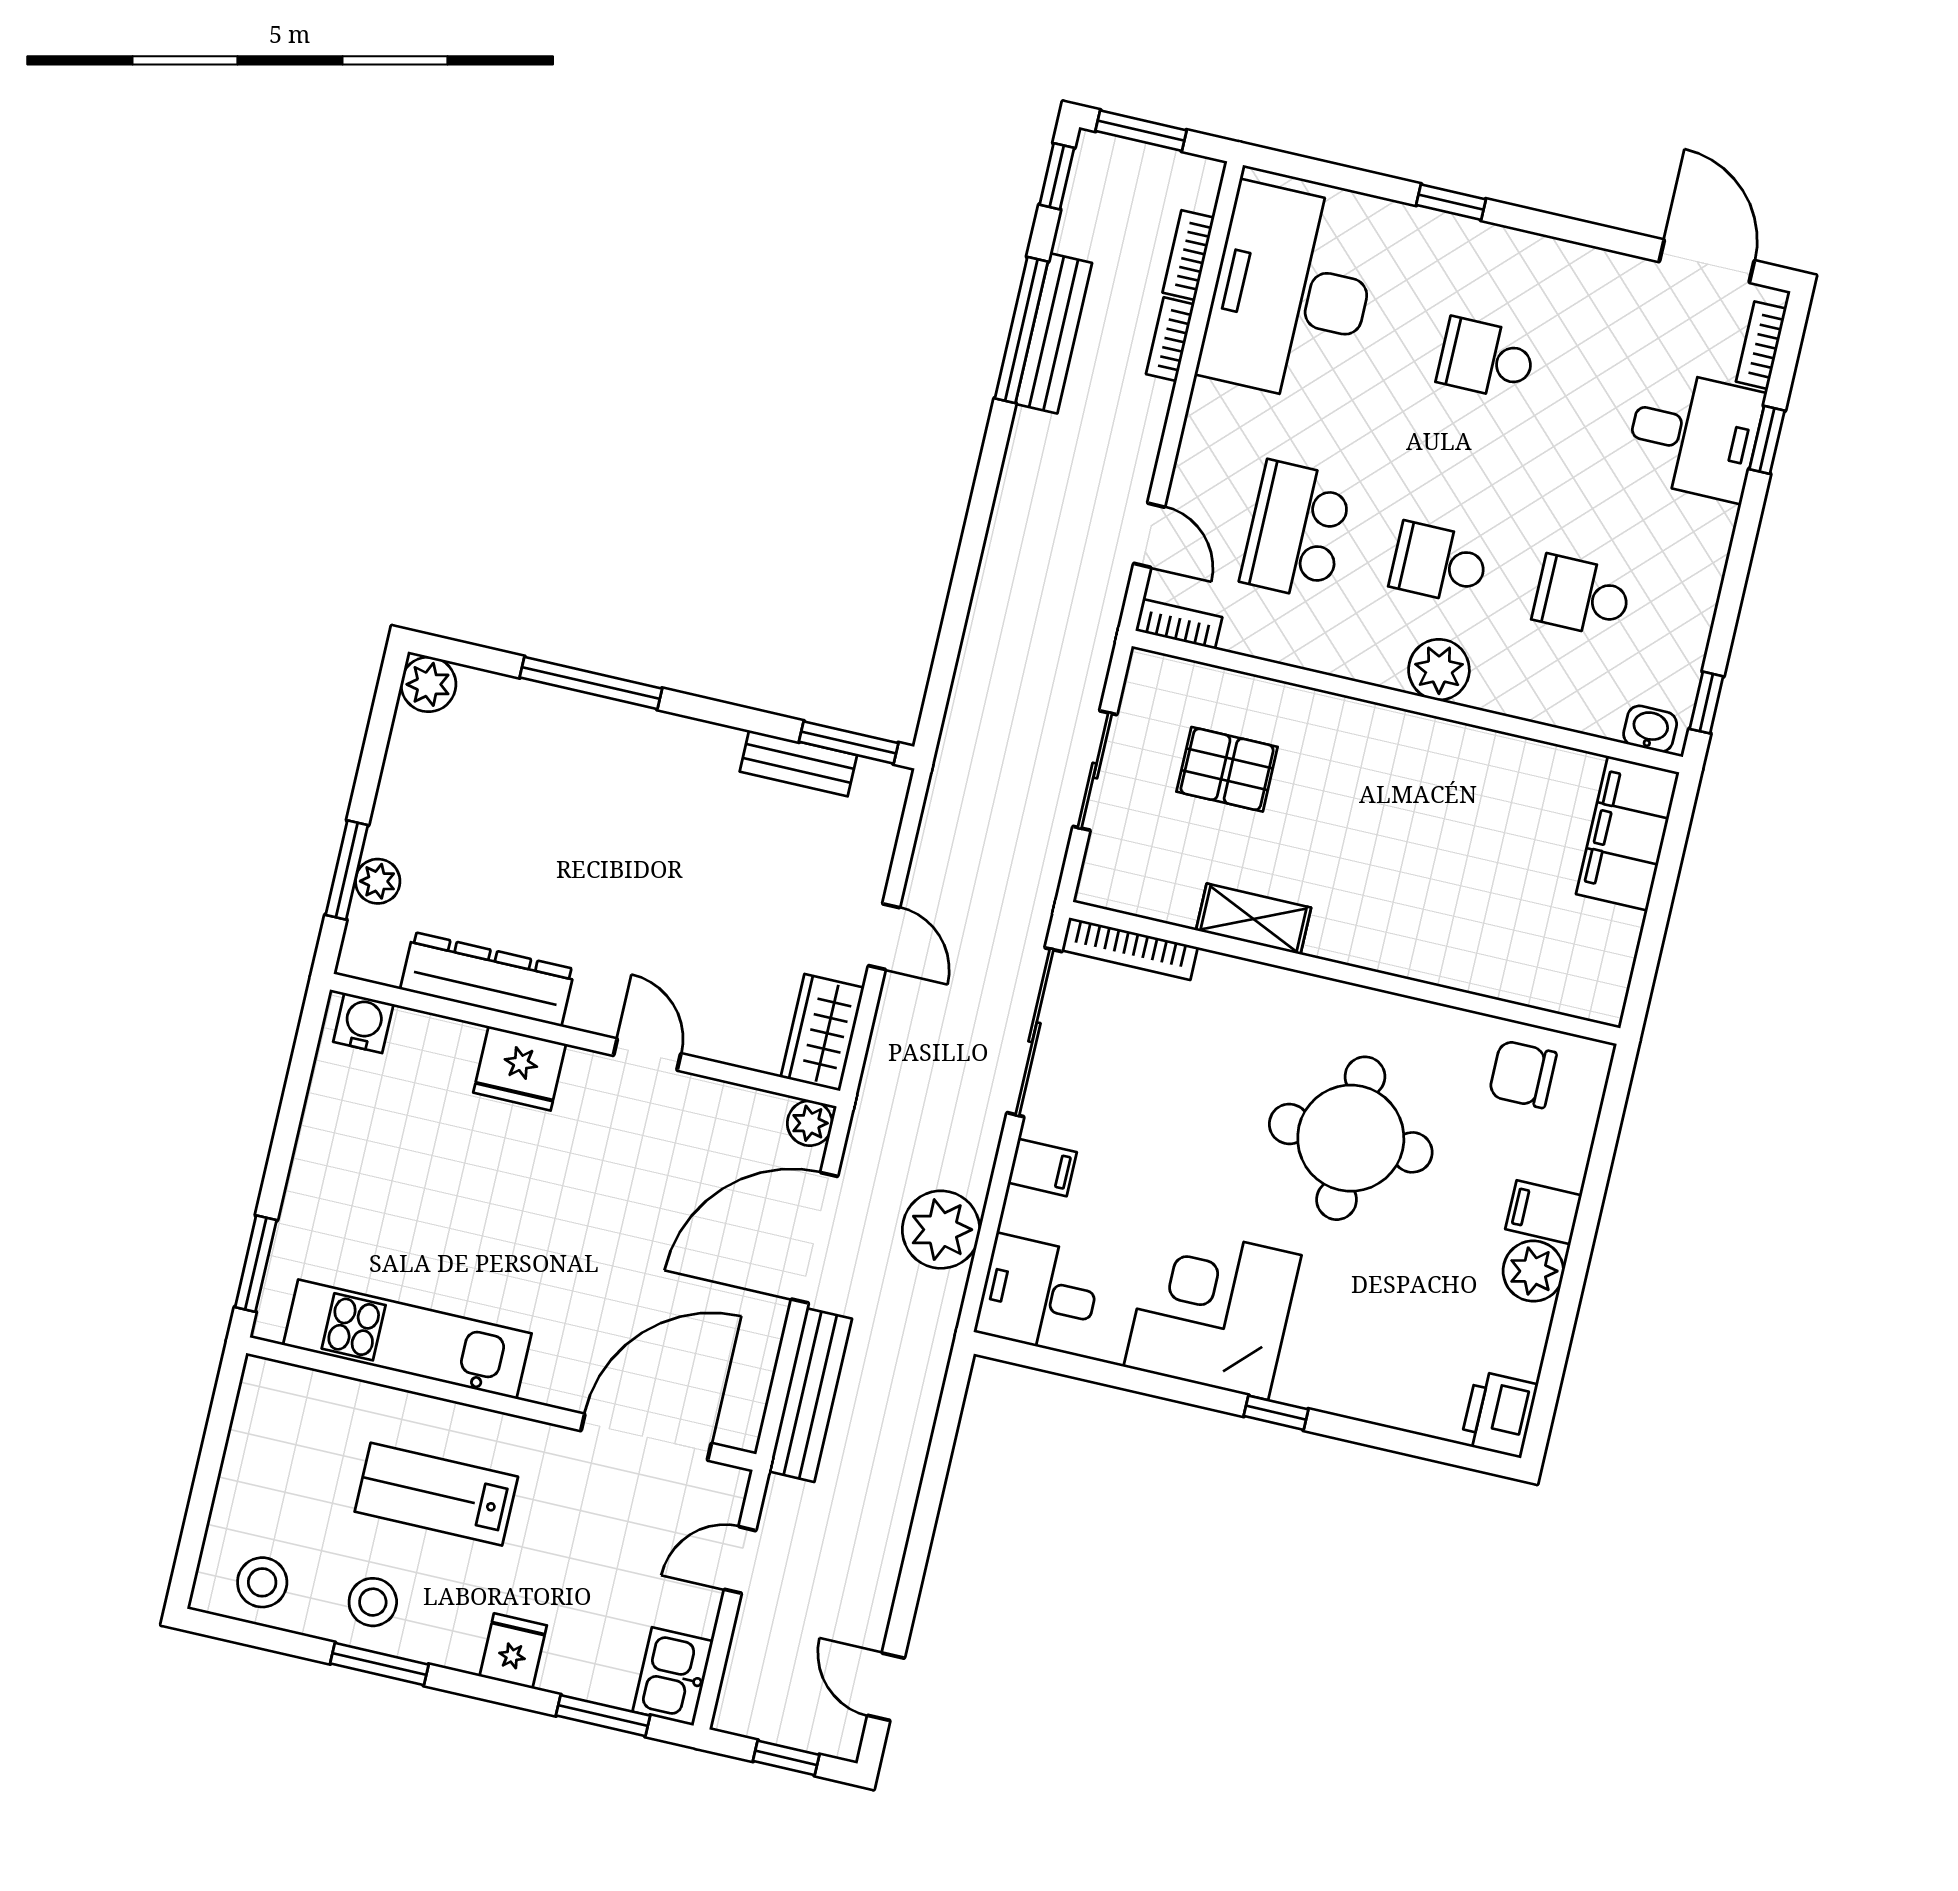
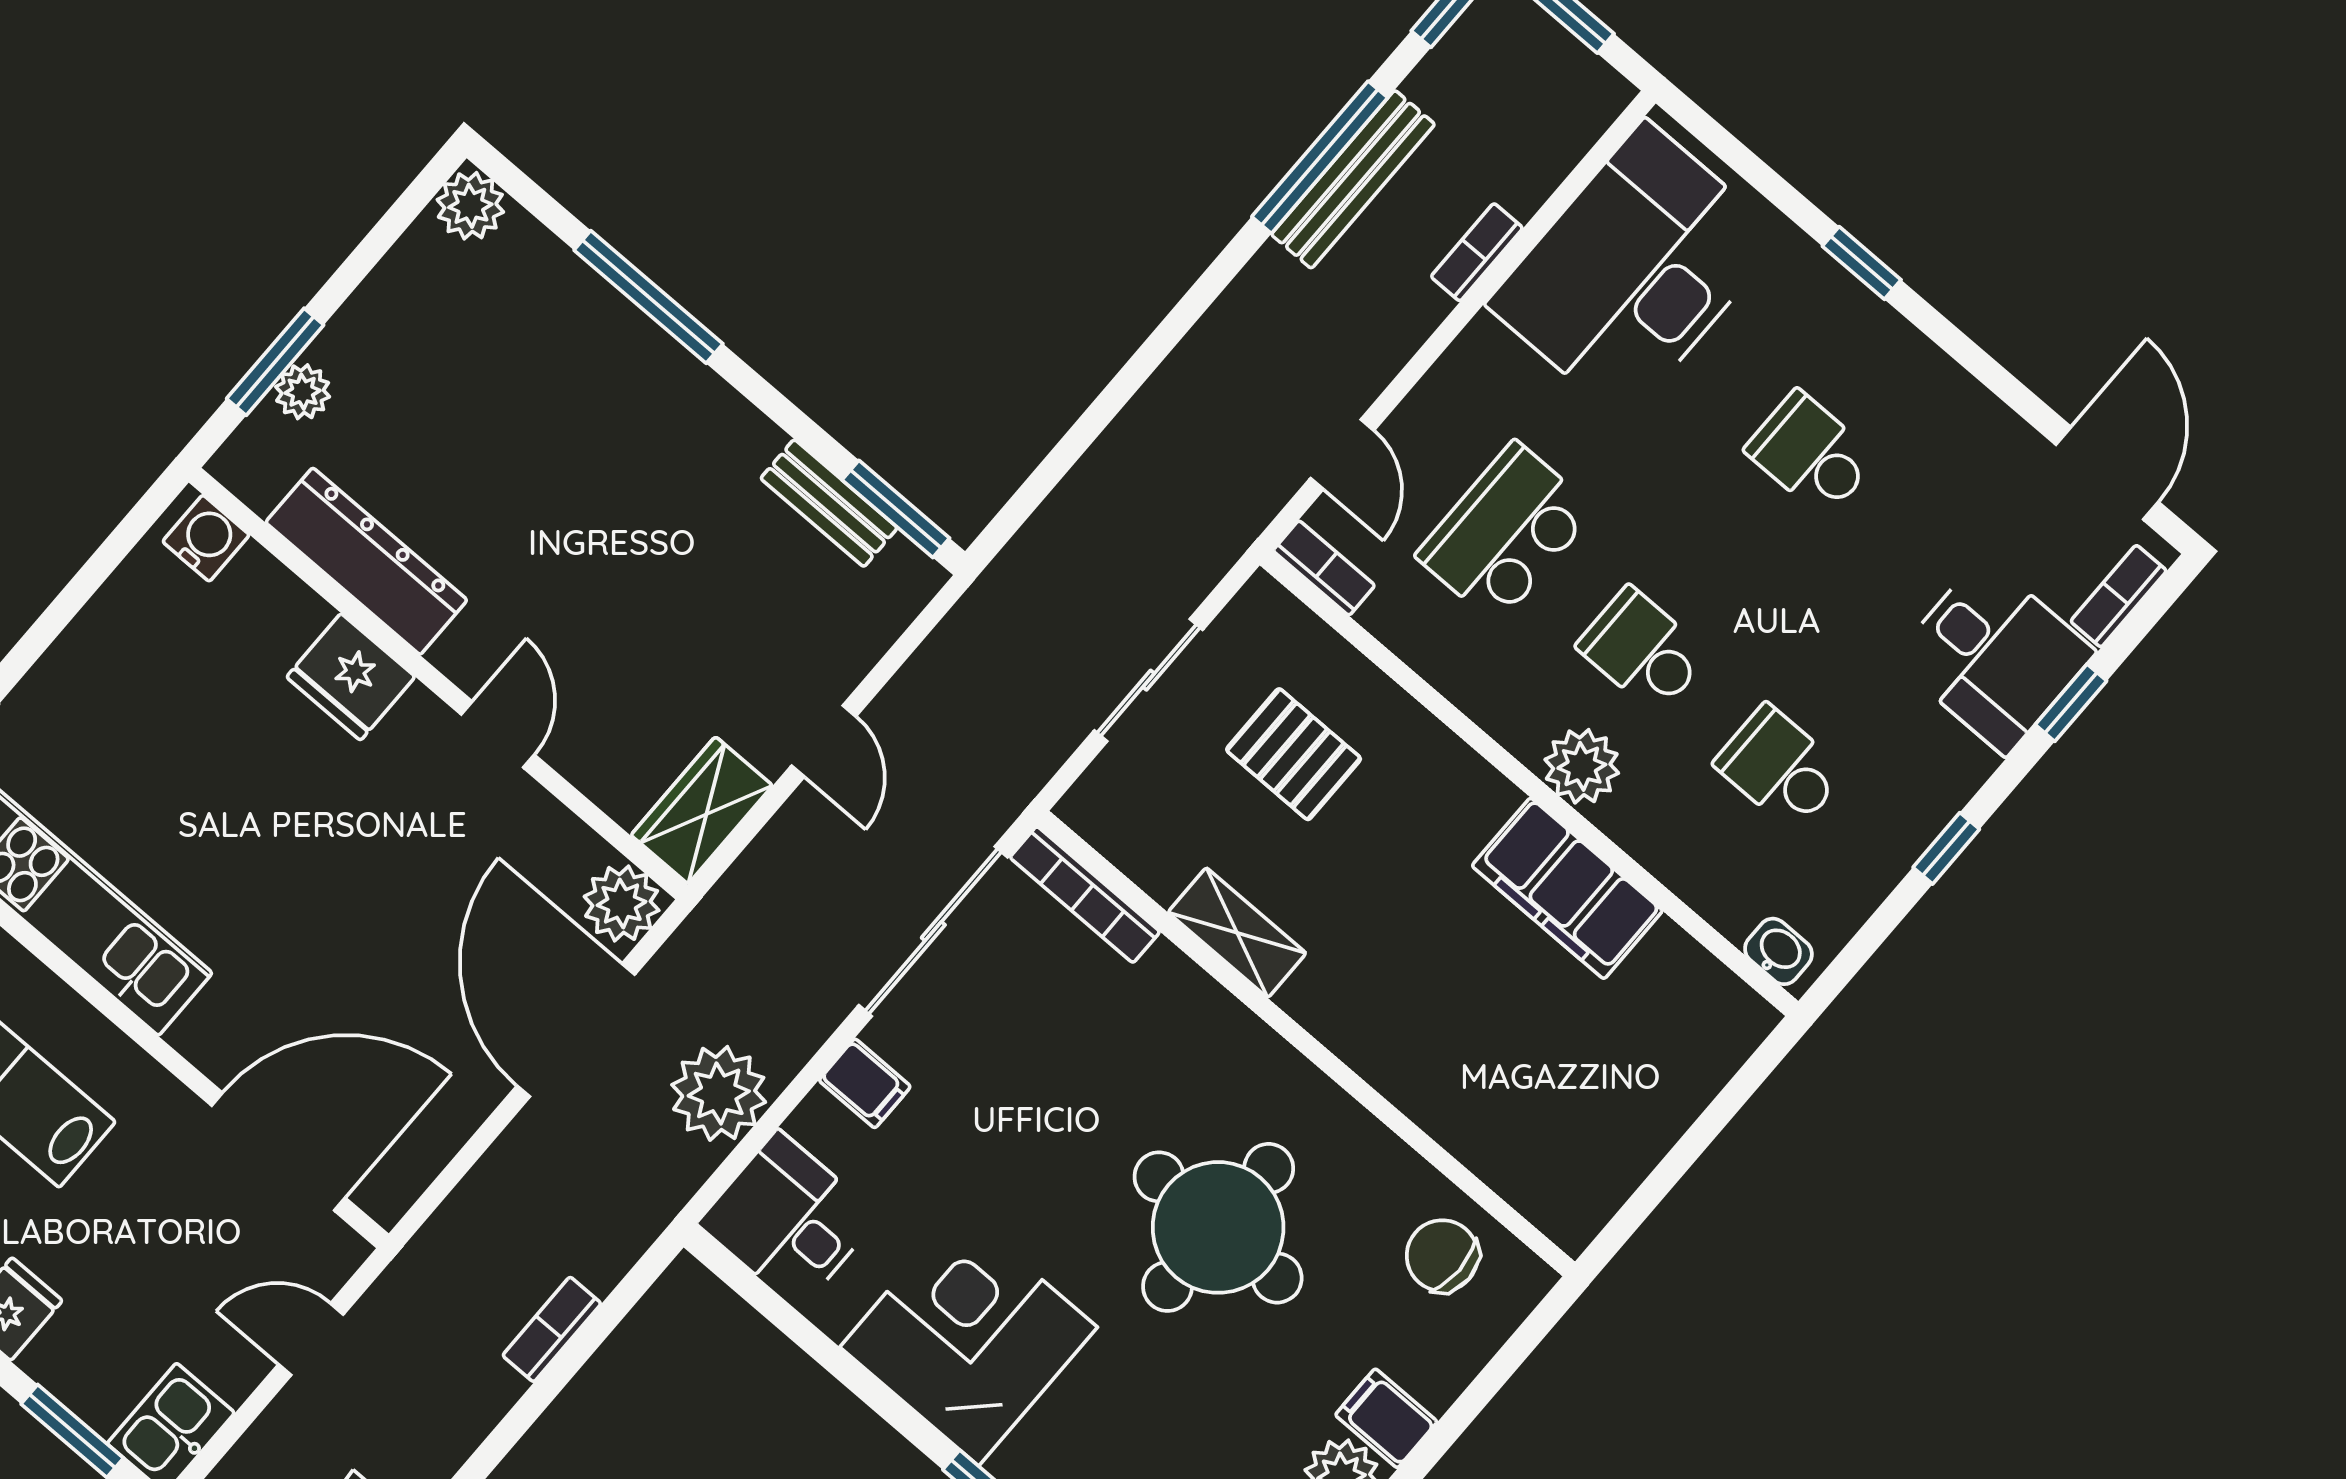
bookcase: (1188, 255) -> (552, 1329), moved
window: (1706, 703) -> (1946, 848), moved
filing cabinet: (1628, 833) -> (1567, 888), moved, turned -90
plant: (810, 1123) -> (622, 903), width x1.38, depth x1.38
door: (814, 1238) -> (576, 1030), hinge flipped
bench: (810, 1395) -> (482, 1199), removed

